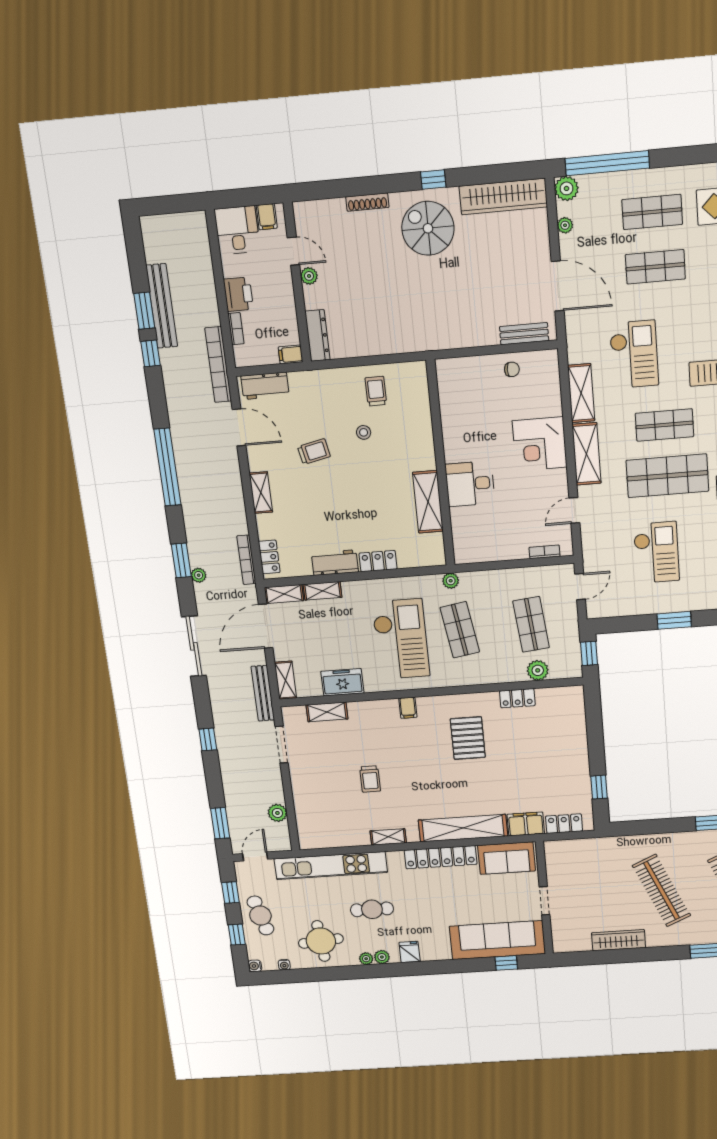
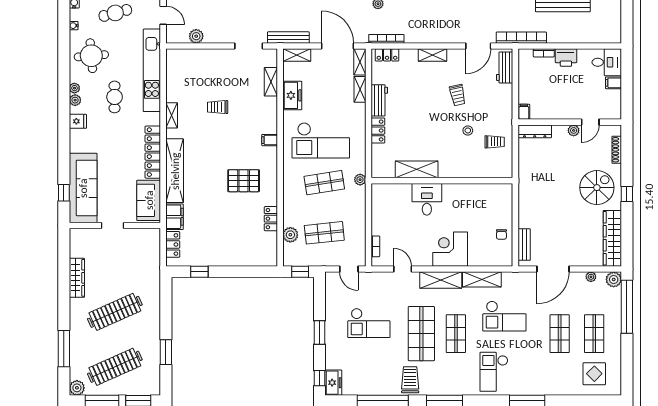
door: (293, 251) -> (590, 122), moved
plant: (309, 276) -> (574, 130), moved
wall: (297, 283) -> (570, 122), moved
dresser: (317, 336) -> (535, 131), moved
filing cabinet: (290, 355) -> (524, 112), moved

